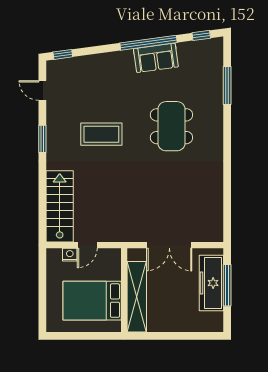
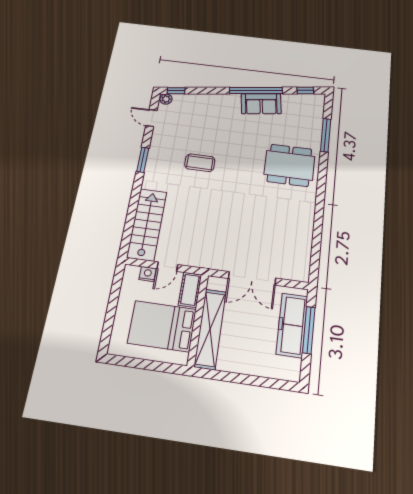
plant: (54, 66) -> (166, 99), added
dining table: (171, 126) -> (289, 165), moved, turned 90
coffee table: (101, 134) -> (200, 163), width x0.73, depth x0.76
cot: (112, 264) -> (190, 290), added

